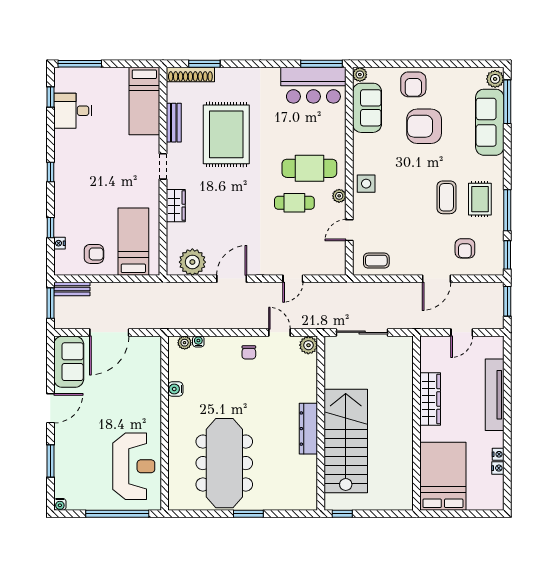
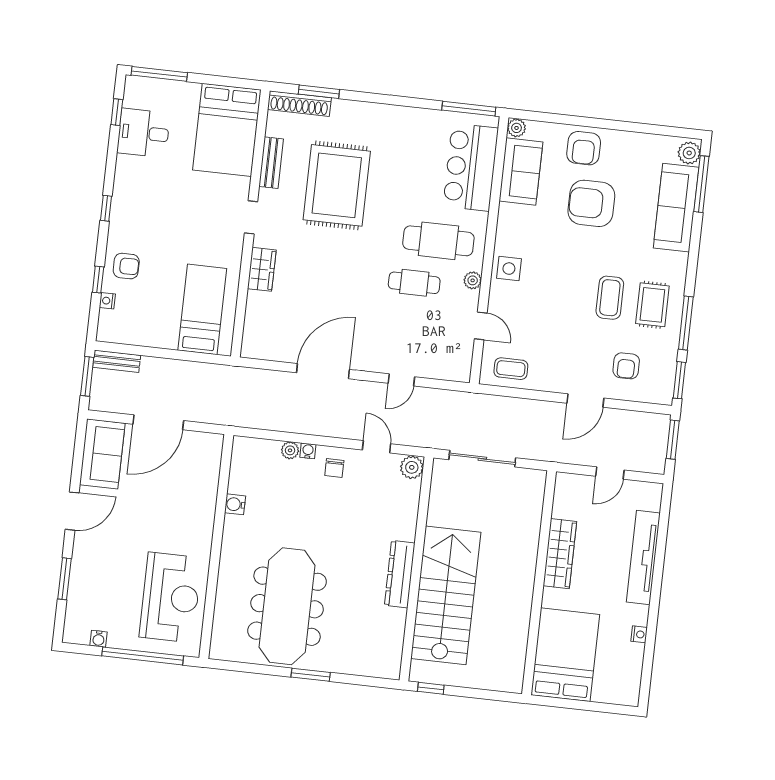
bar counter: (313, 85) -> (471, 167), moved, turned 90
bed: (144, 101) -> (227, 130), width x1.50
door: (349, 230) -> (481, 326), swing flipped
armchair: (94, 254) -> (126, 266), moved
plant: (192, 262) -> (275, 344), removed
door: (232, 279) -> (323, 371), width x1.36
water cooler: (198, 341) -> (308, 451), moved
plant: (185, 343) -> (290, 450), moved
nightstand: (498, 468) -> (637, 652), removed
water cooler: (60, 504) -> (99, 639), moved

